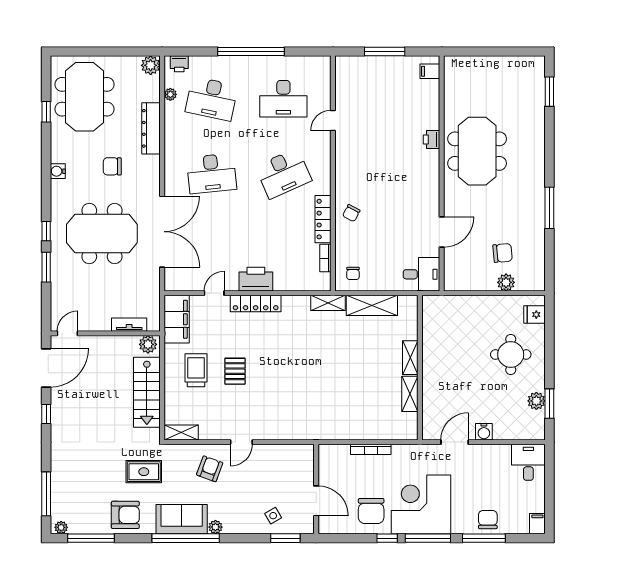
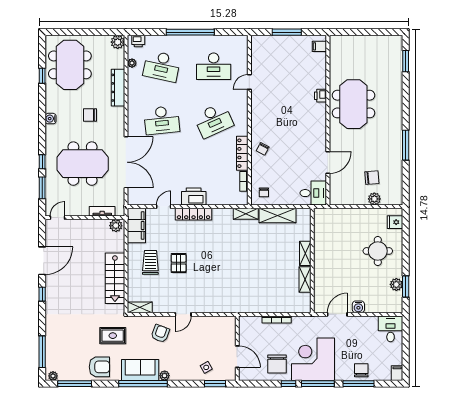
tv unit: (129, 325) -> (102, 211), moved
door: (67, 333) -> (58, 218), moved
wall: (105, 333) -> (85, 218), moved
plant: (148, 344) -> (116, 226), moved

